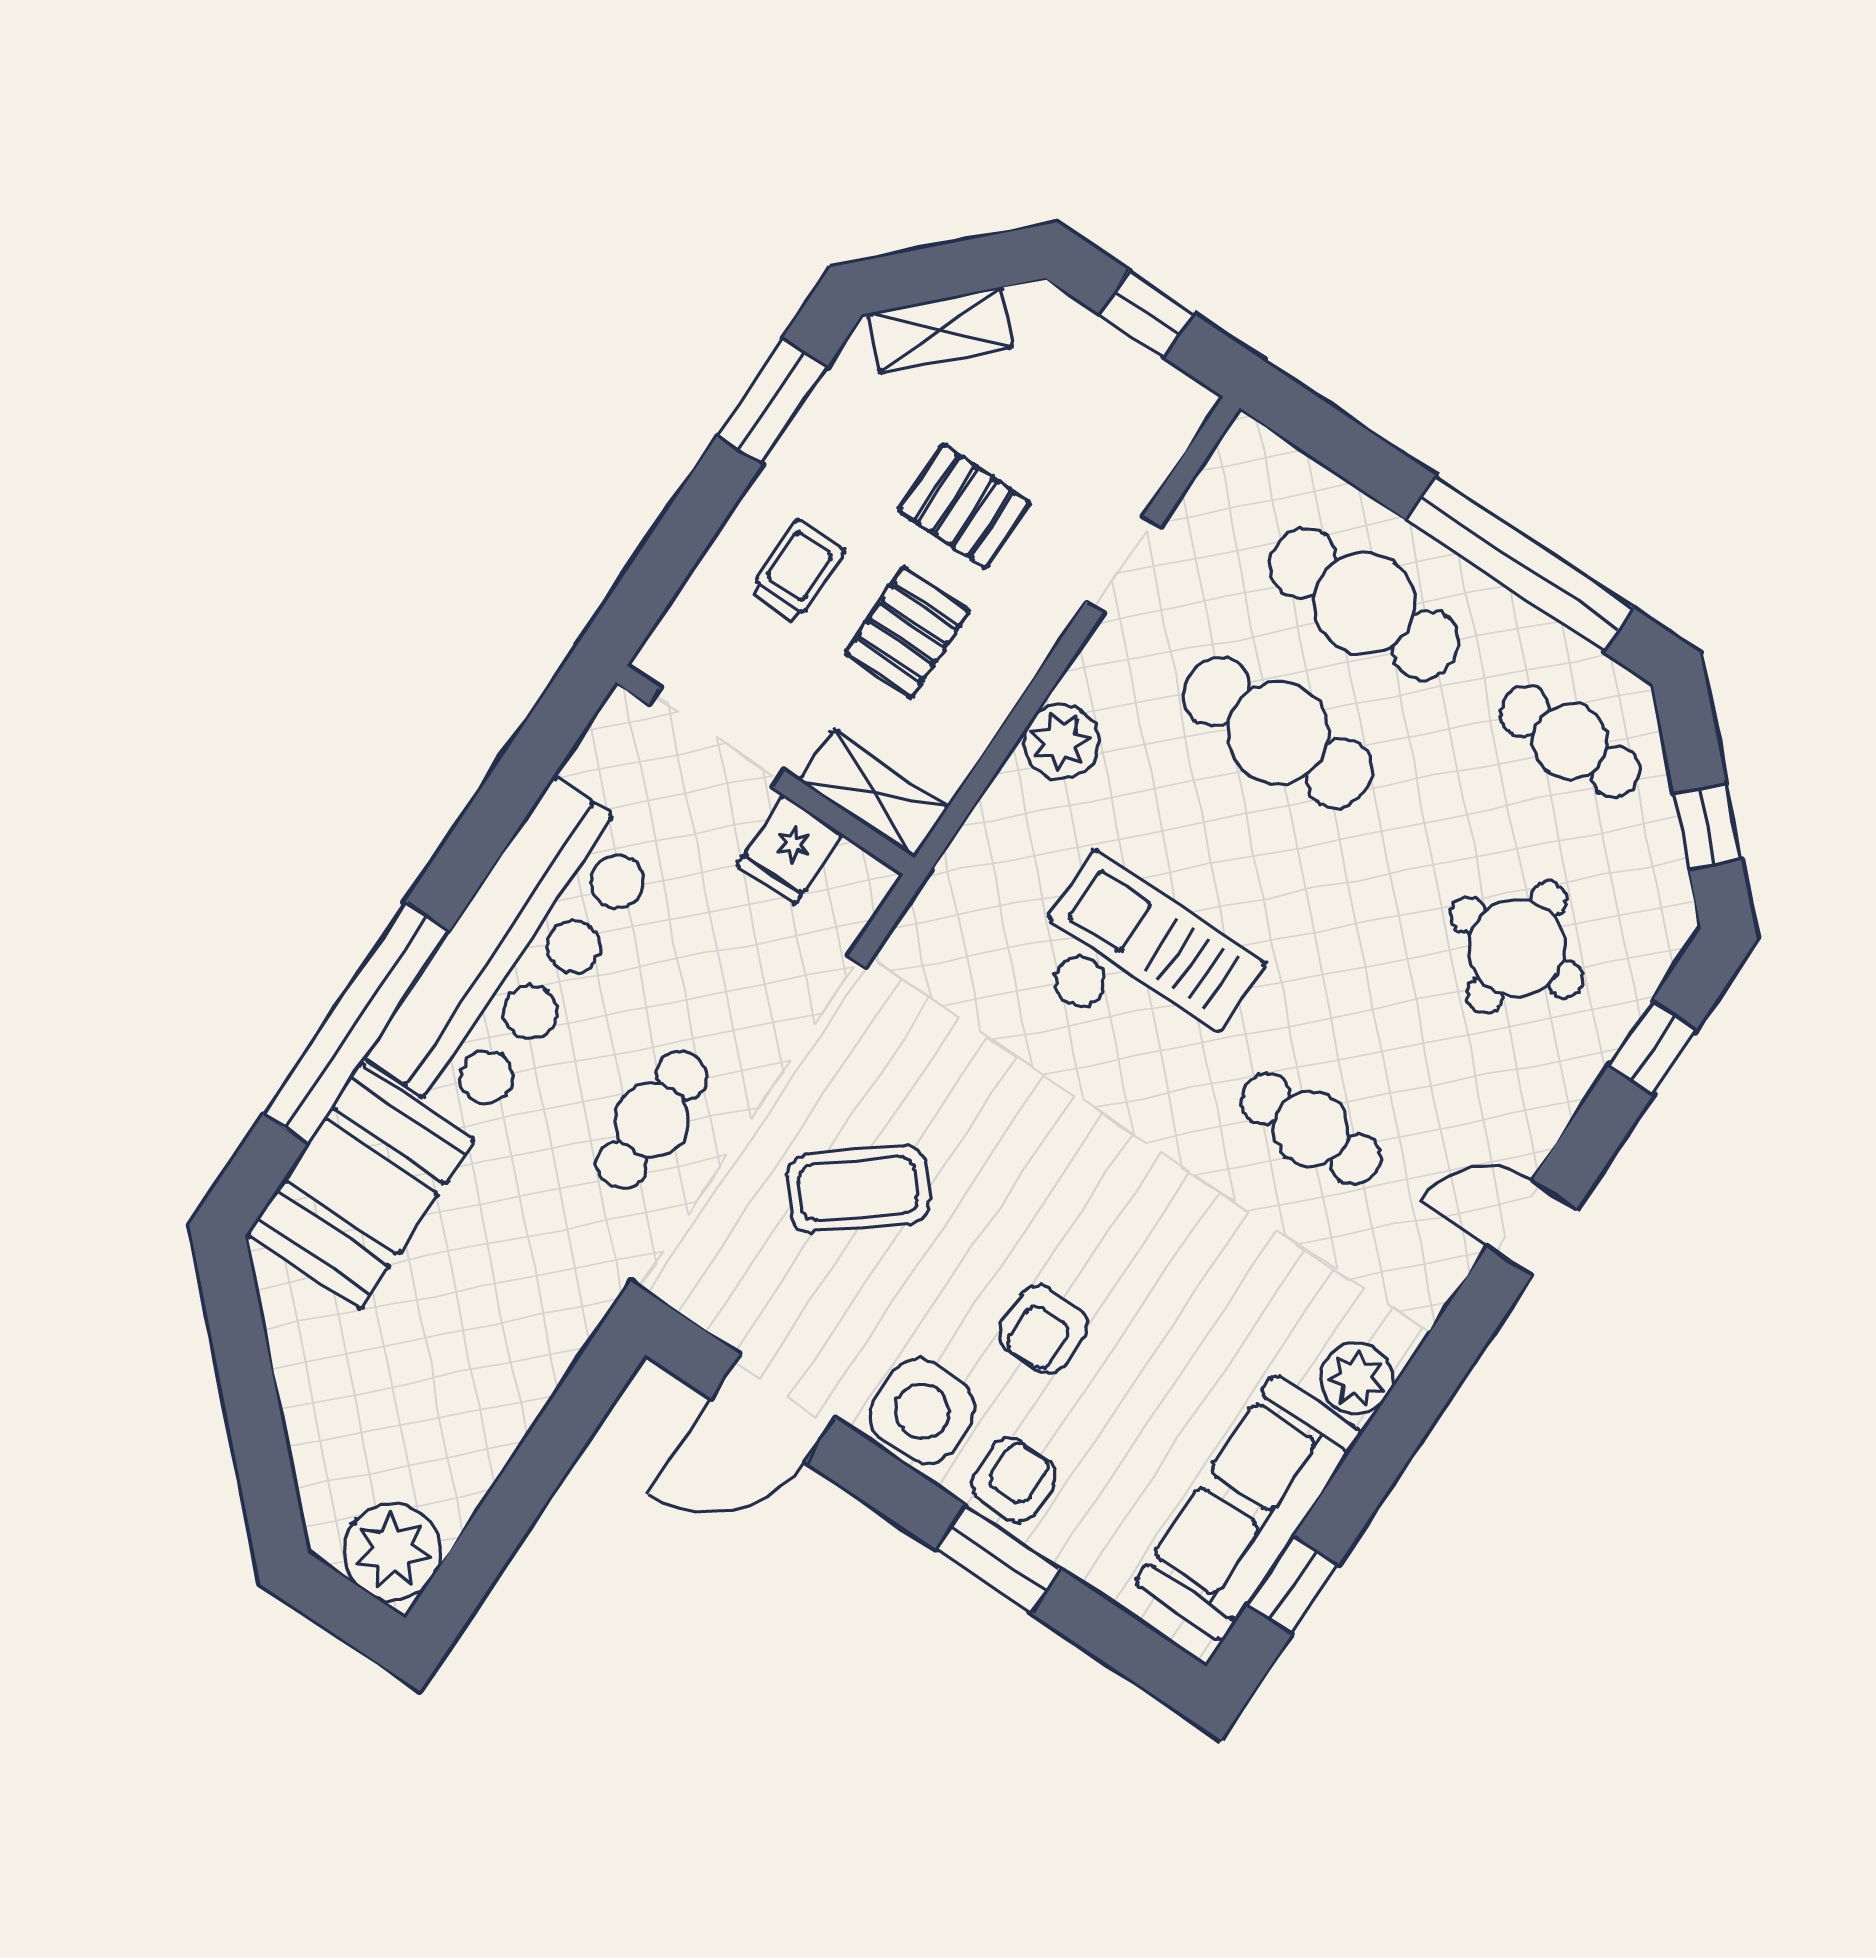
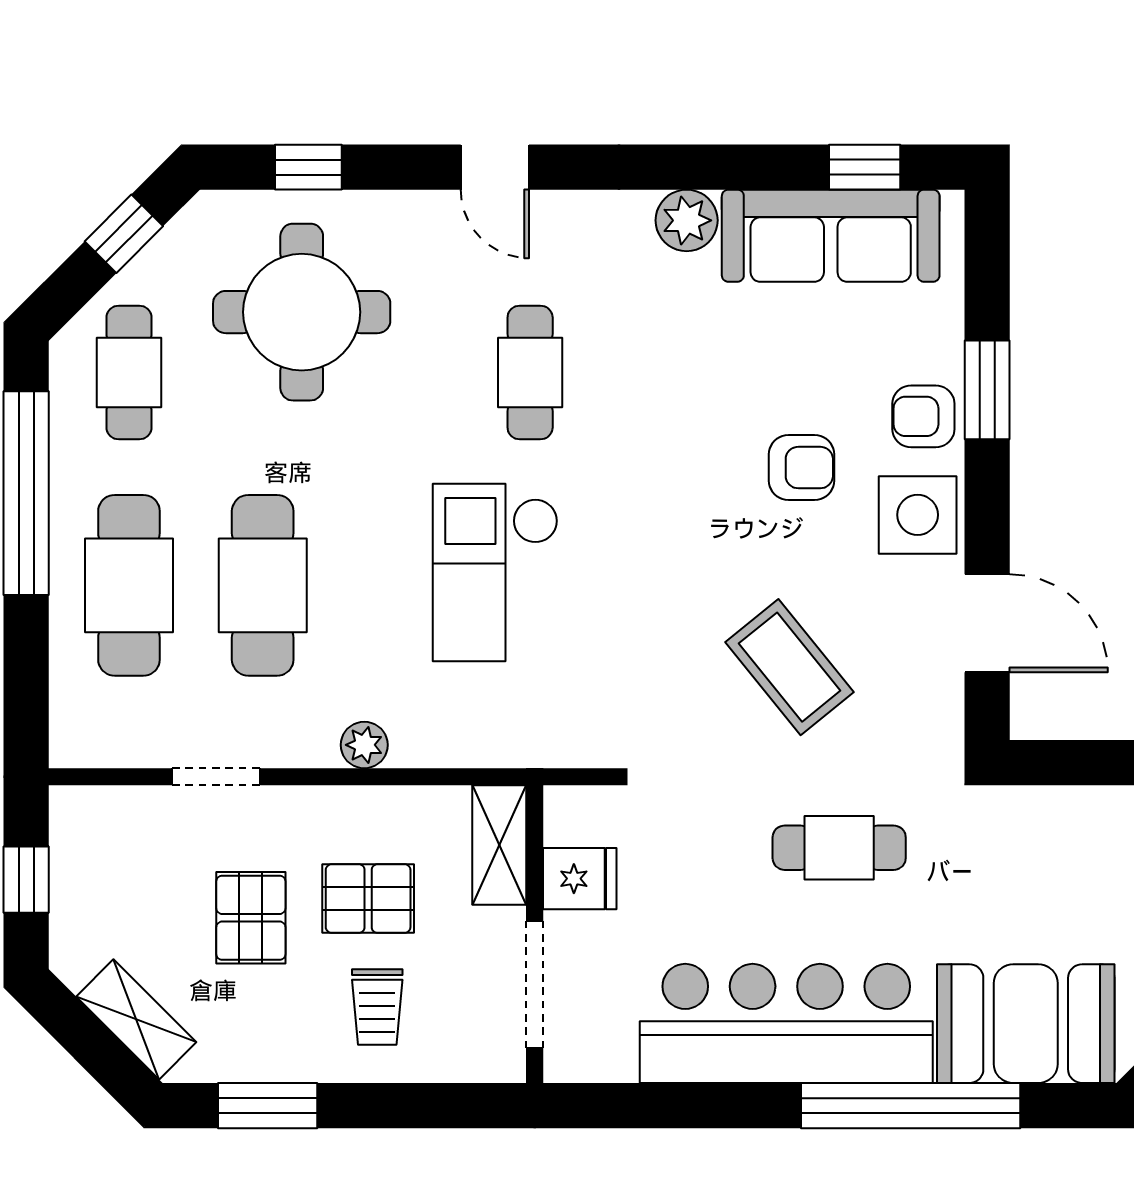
trolley: (796, 571) -> (377, 1007), turned -90
plant: (1061, 742) -> (364, 745), width x0.73, depth x0.73
round table: (1517, 947) -> (302, 312), width x1.36, depth x1.36

